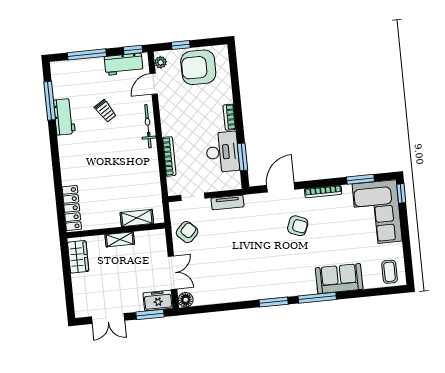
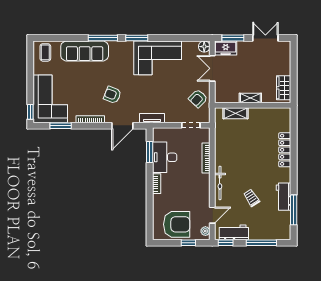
tv unit: (228, 202) -> (152, 118), moved
locker: (72, 208) -> (285, 150), moved
corner sofa: (244, 279) -> (158, 58), added
sofa: (339, 279) -> (85, 51), width x1.36

